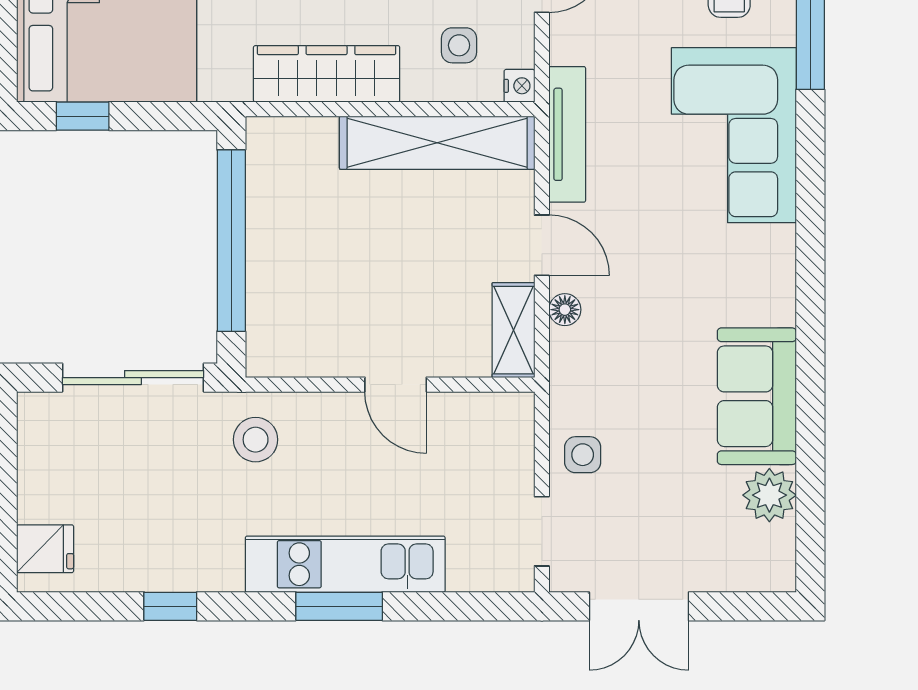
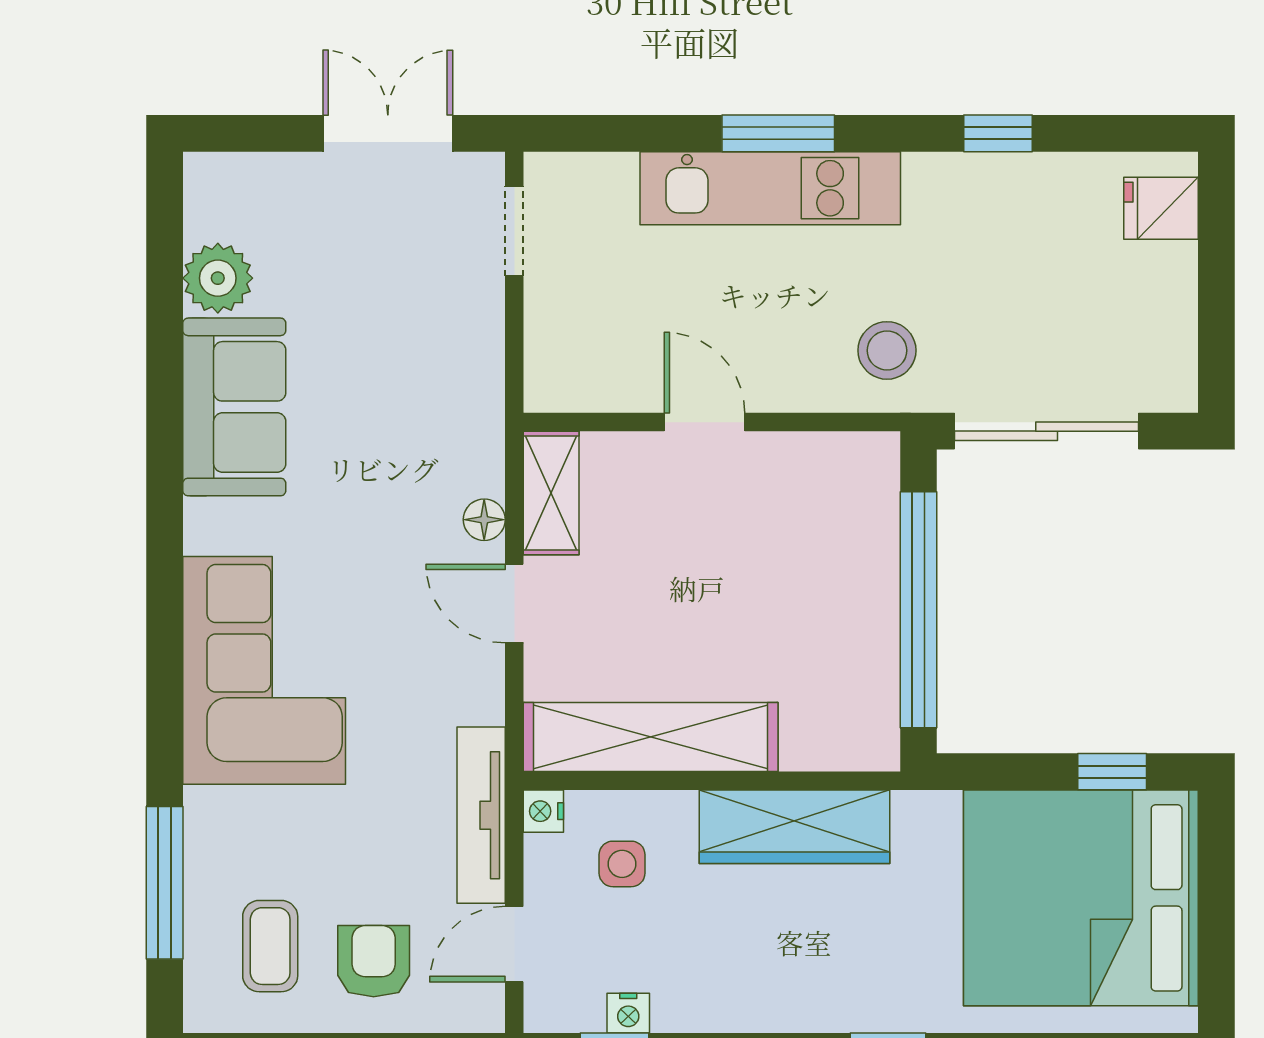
tv unit: (567, 134) -> (481, 815), moved
corner sofa: (734, 135) -> (264, 670), moved
side table: (583, 455) -> (461, 331), removed

